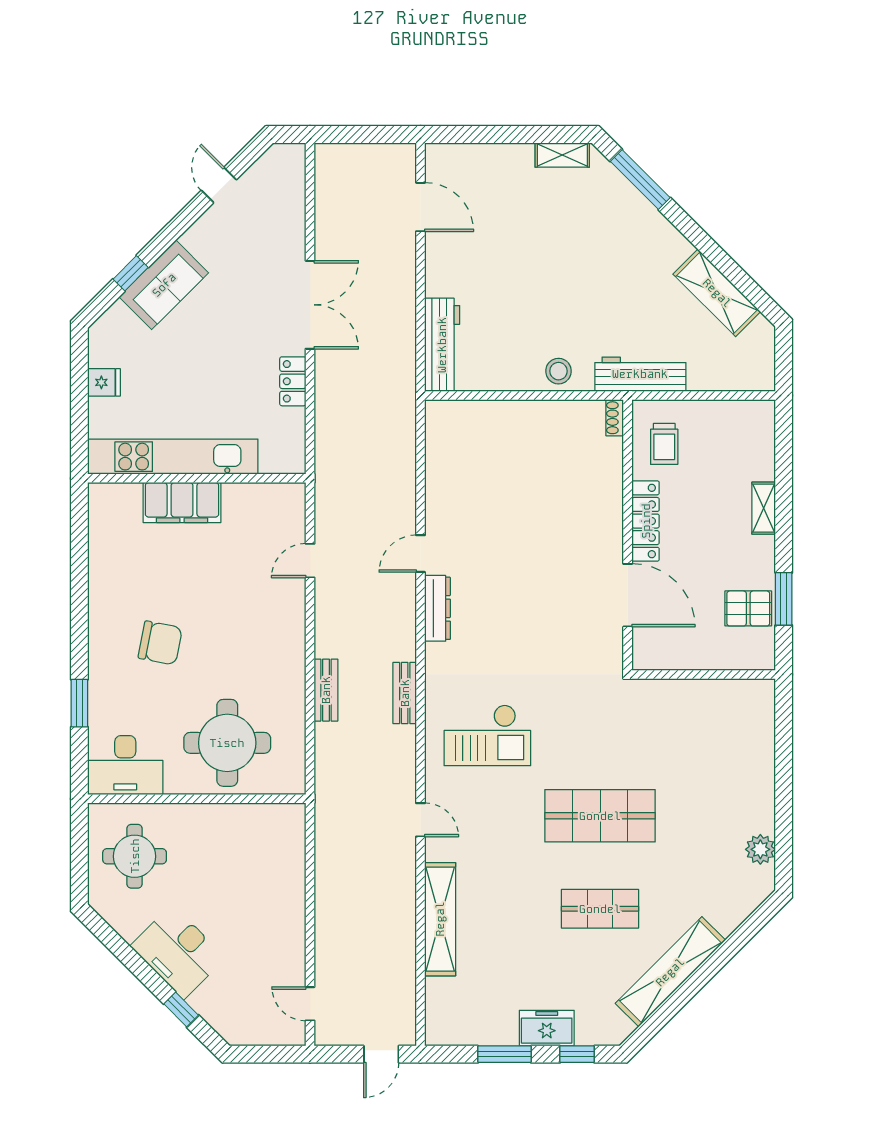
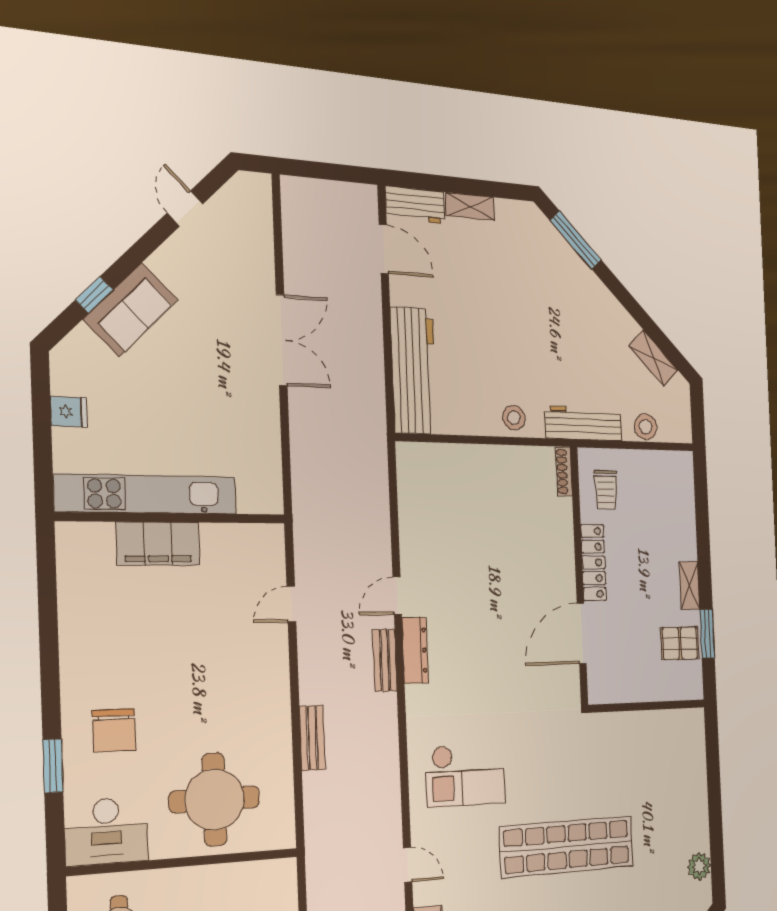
shelving: (562, 155) -> (470, 206), moved
workbench: (457, 159) -> (415, 205), added
shelving: (717, 293) -> (653, 358), width x0.67, depth x0.75
workbench: (442, 345) -> (414, 371), width x1.36, depth x1.32
stool: (717, 375) -> (646, 427), added
locker: (293, 381) -> (267, 418), removed
shoe rack: (615, 418) -> (564, 471), width x1.43
shelving: (764, 508) -> (690, 586), moved
door: (628, 595) -> (582, 633), swing flipped
chair: (160, 643) -> (114, 730), moved, turned 79
bench: (405, 693) -> (385, 660), moved
shop shelf: (600, 816) -> (567, 847), width x1.40

